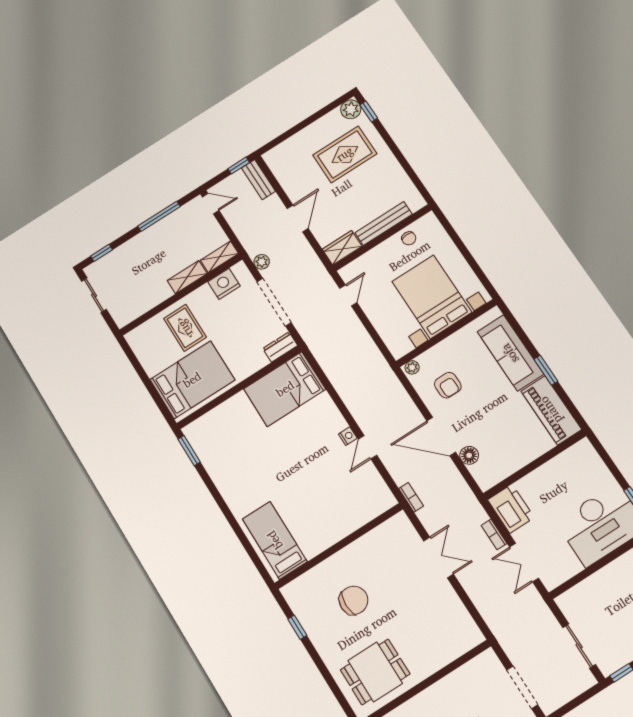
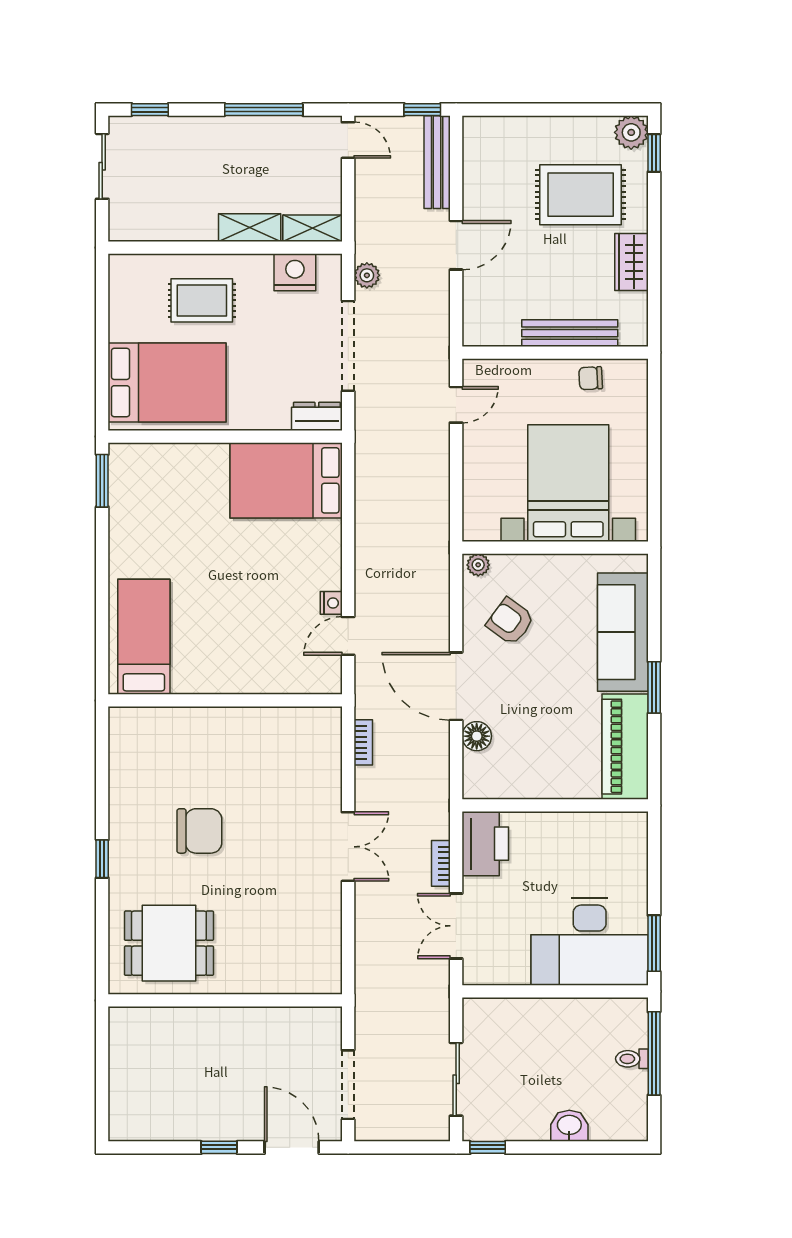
bench: (258, 180) -> (437, 162), width x1.36
chair: (409, 238) -> (591, 378), turned 87
wardrobe: (342, 248) -> (631, 262), moved, turned -90
rug: (185, 328) -> (202, 300), turned 90
armchair: (448, 385) -> (510, 621), turned 126
bed: (275, 540) -> (144, 637), moved
wall: (339, 546) -> (225, 700), moved
window: (297, 627) -> (102, 859), moved

